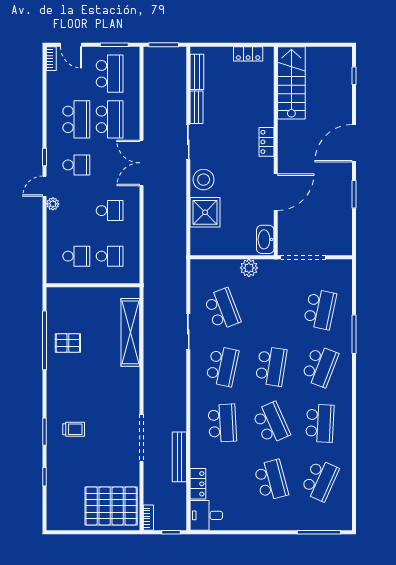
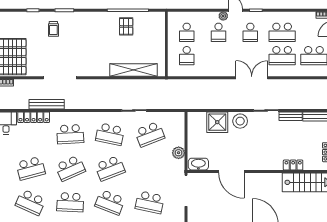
locker: (267, 142) -> (293, 165), moved
school desk: (110, 211) -> (218, 32), moved
school desk: (271, 366) -> (110, 168), turned -30
trolley: (74, 429) -> (53, 29), moved
locker: (198, 484) -> (34, 117), width x1.53

